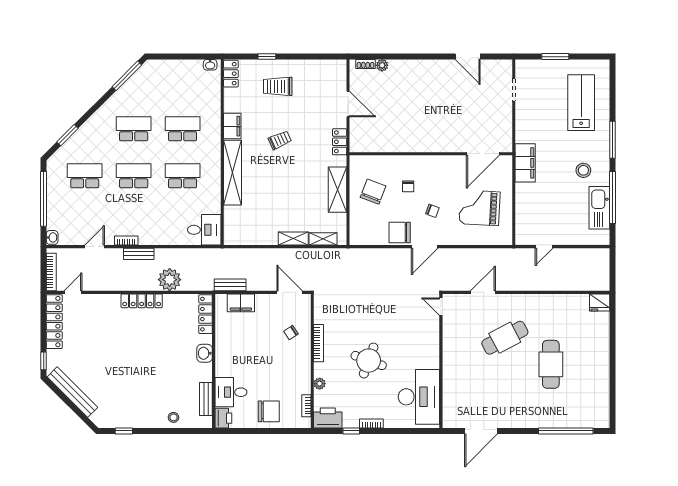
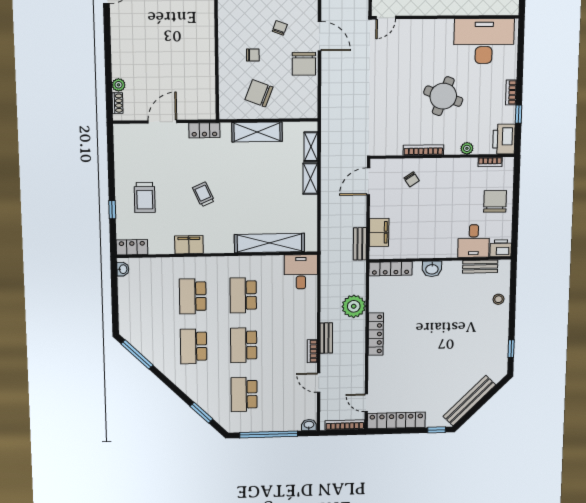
shelving: (233, 173) -> (270, 243), moved

